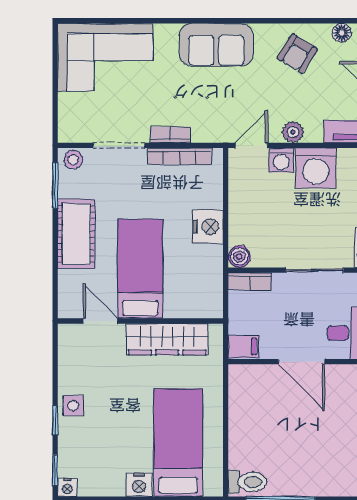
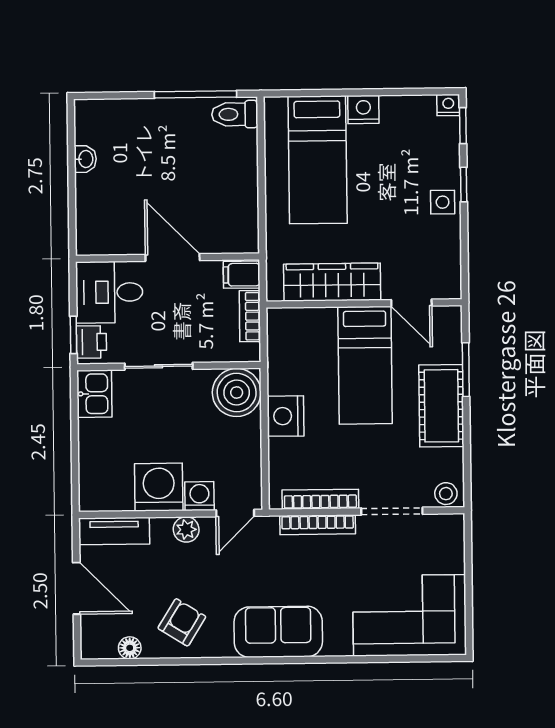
bookcase: (170, 135) -> (318, 525), width x1.56
window: (55, 185) -> (466, 370), moved
boiler: (239, 257) -> (237, 393), width x1.86, depth x1.86
bookcase: (250, 281) -> (250, 316), moved, turned -90

